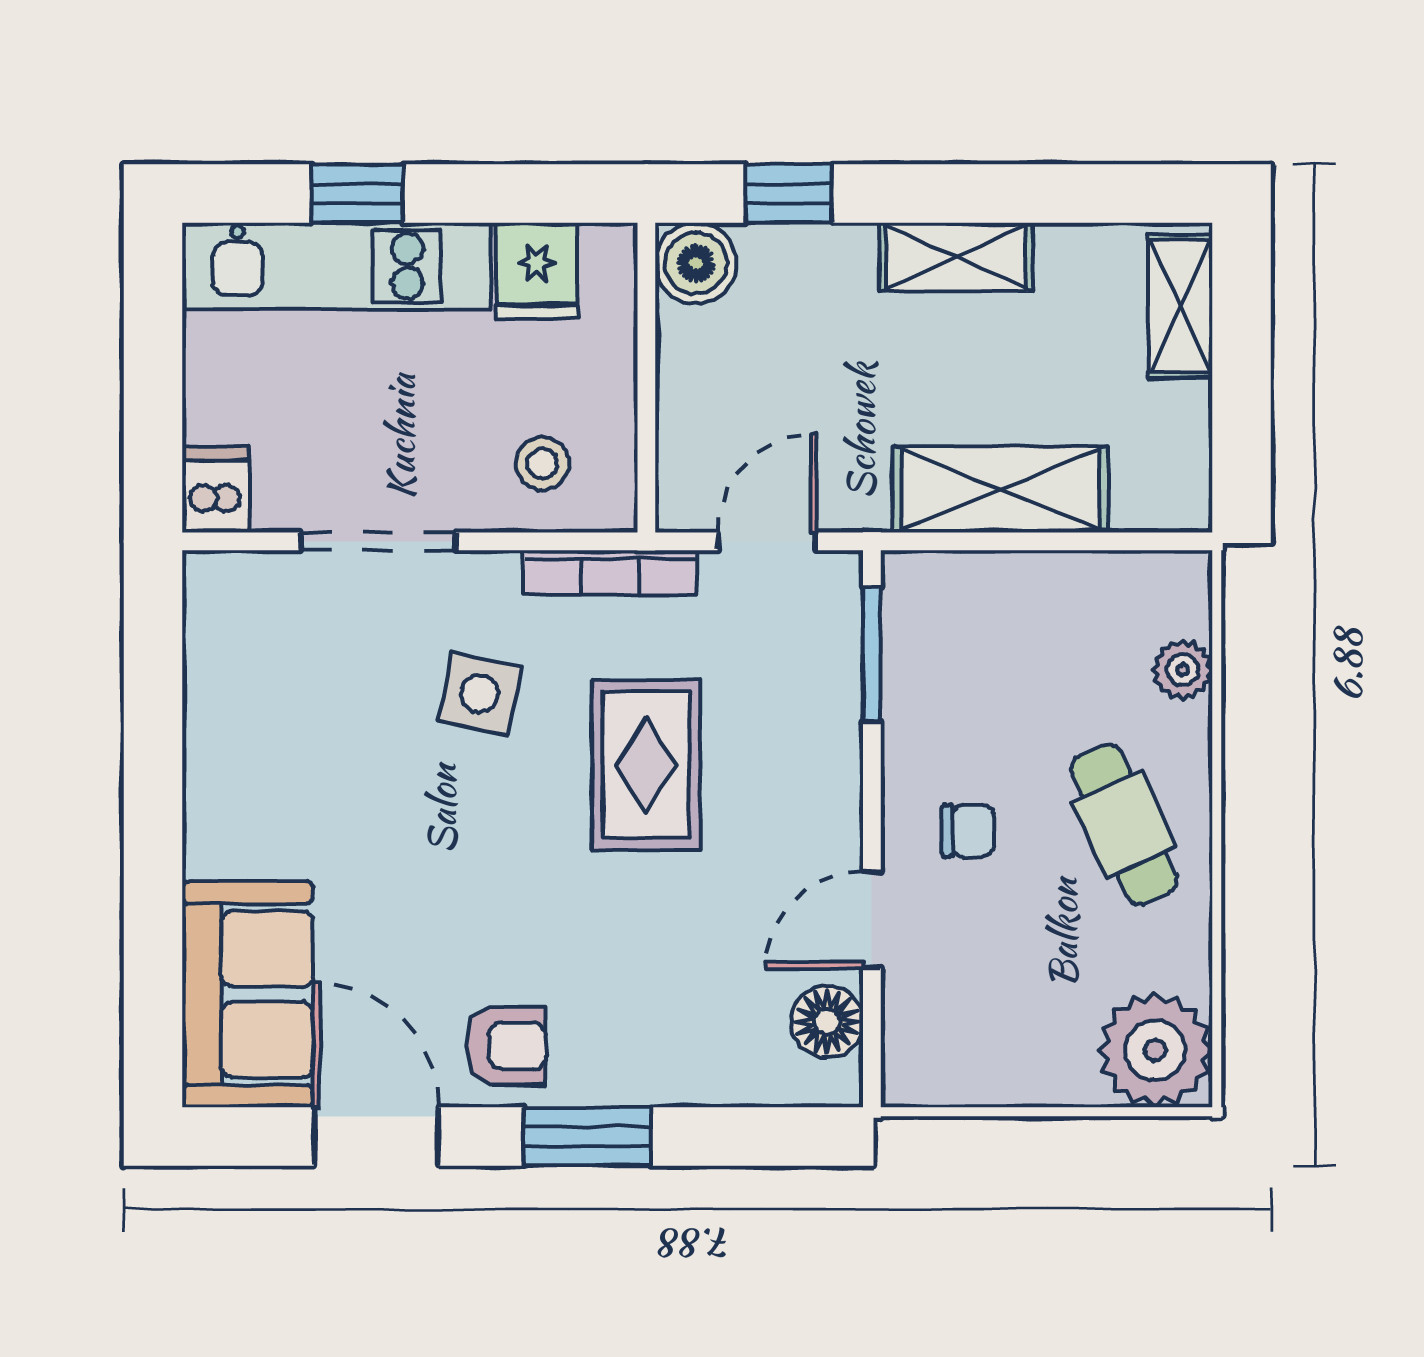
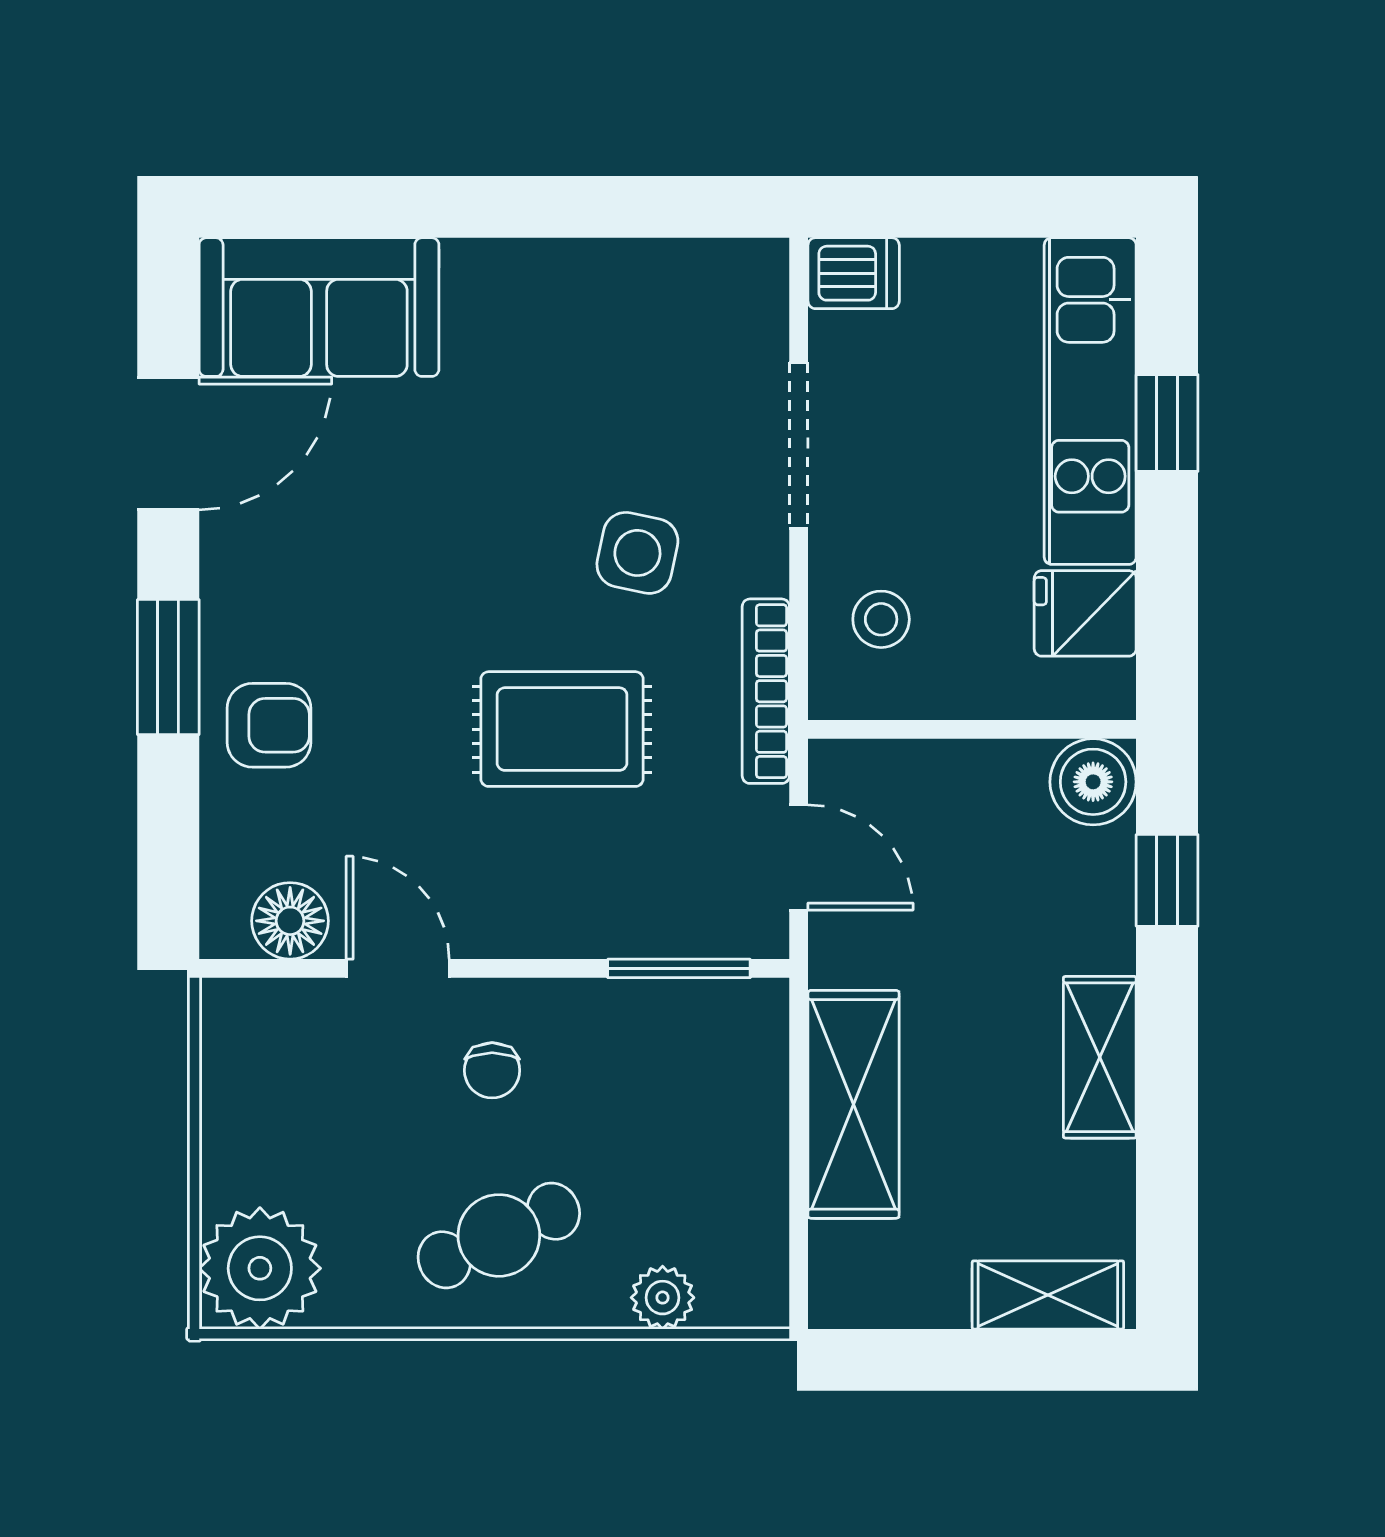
armchair: (506, 1046) -> (269, 725), moved, turned -90

